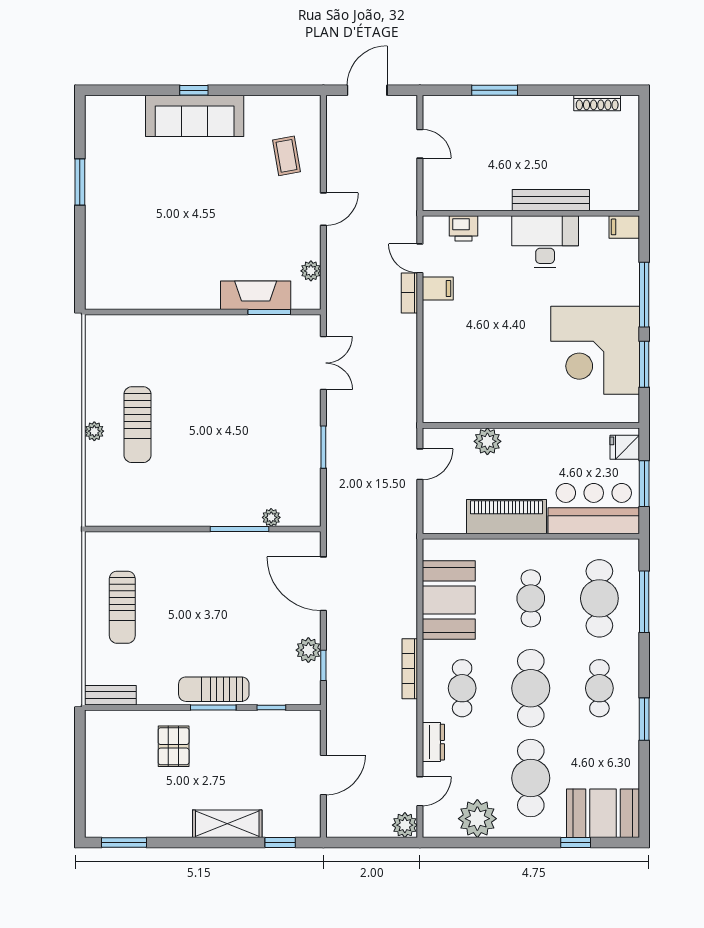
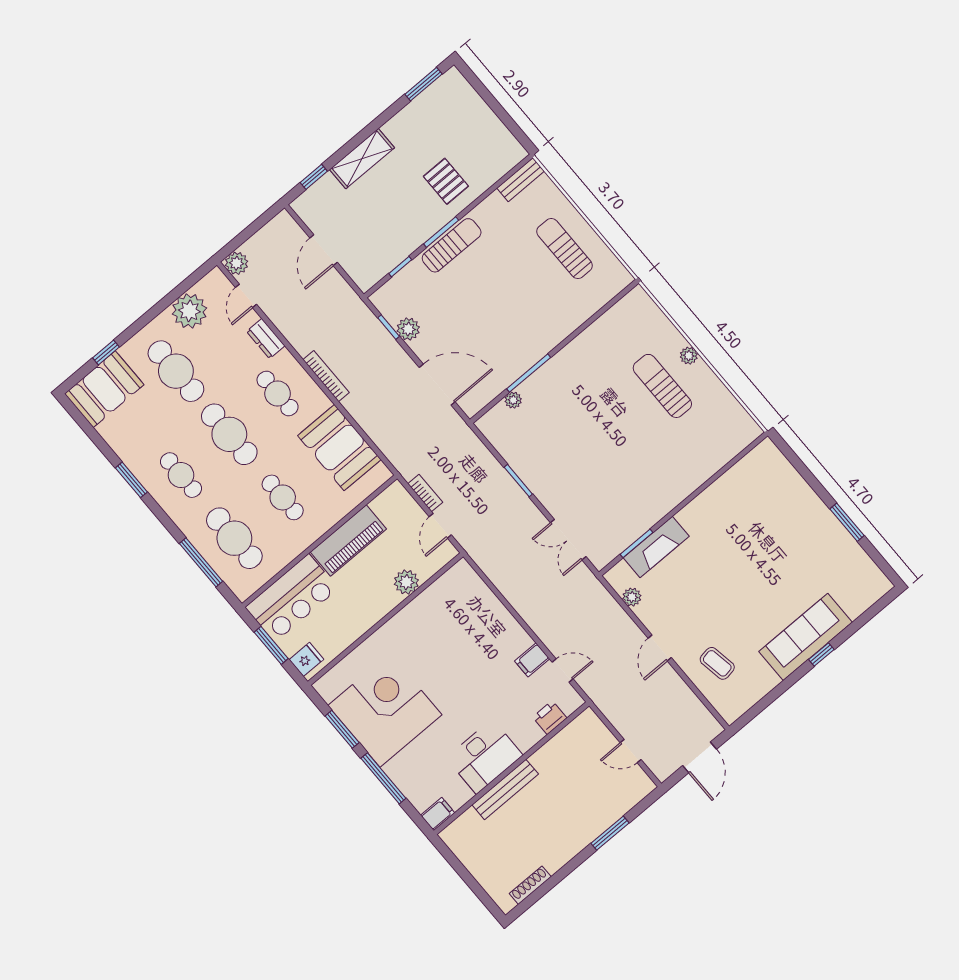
bookcase: (409, 293) -> (425, 493), moved

